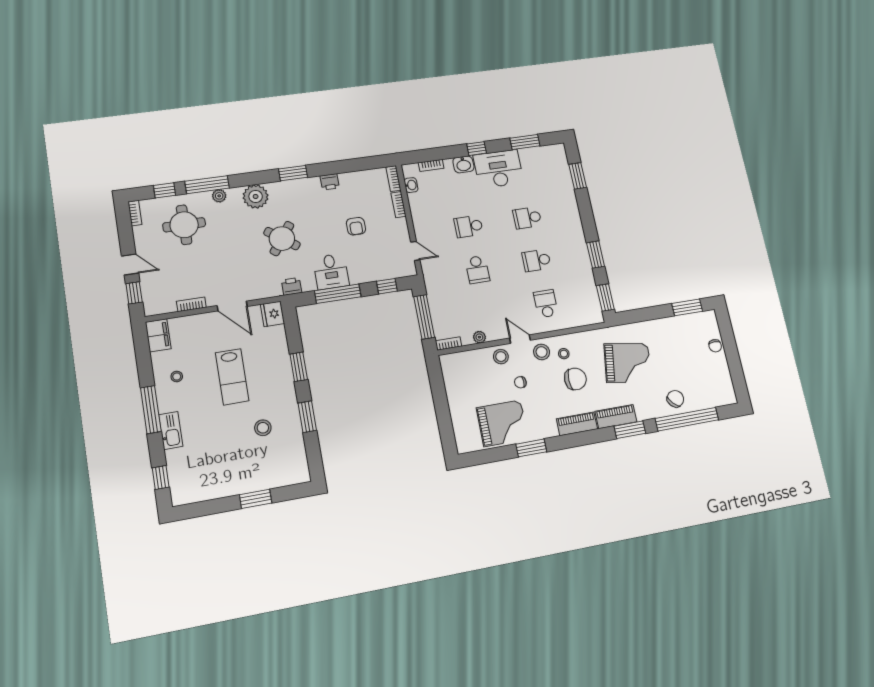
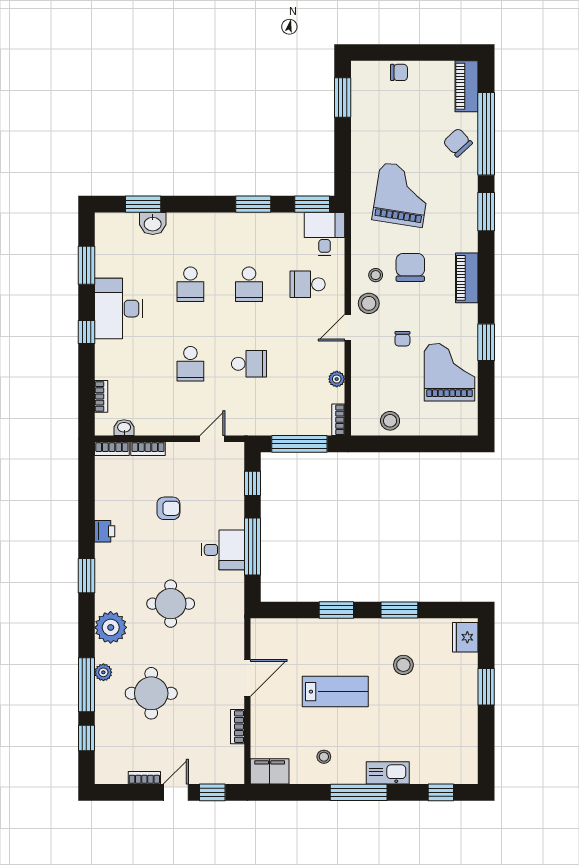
washbasin: (463, 164) -> (153, 223), moved, turned 90
bookcase: (135, 213) -> (144, 778), moved
round table: (184, 225) -> (151, 693), moved
round table: (282, 239) -> (171, 604), turned -36
printer: (292, 286) -> (234, 602), removed
desk: (586, 310) -> (325, 234), added
fridge: (272, 314) -> (465, 637), moved, turned 90
stool: (501, 357) -> (390, 421), moved
piano: (616, 417) -> (467, 86), moved

